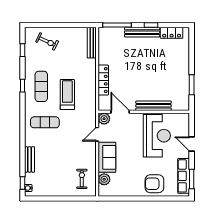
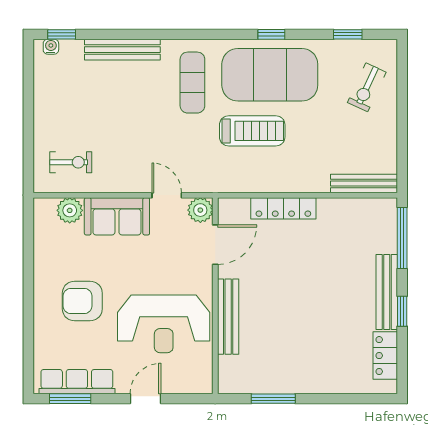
exercise mat: (41, 86) -> (270, 75), width x2.00, depth x1.45
bench: (30, 159) -> (122, 50), width x1.36
armchair: (154, 184) -> (82, 301), moved, turned -90

